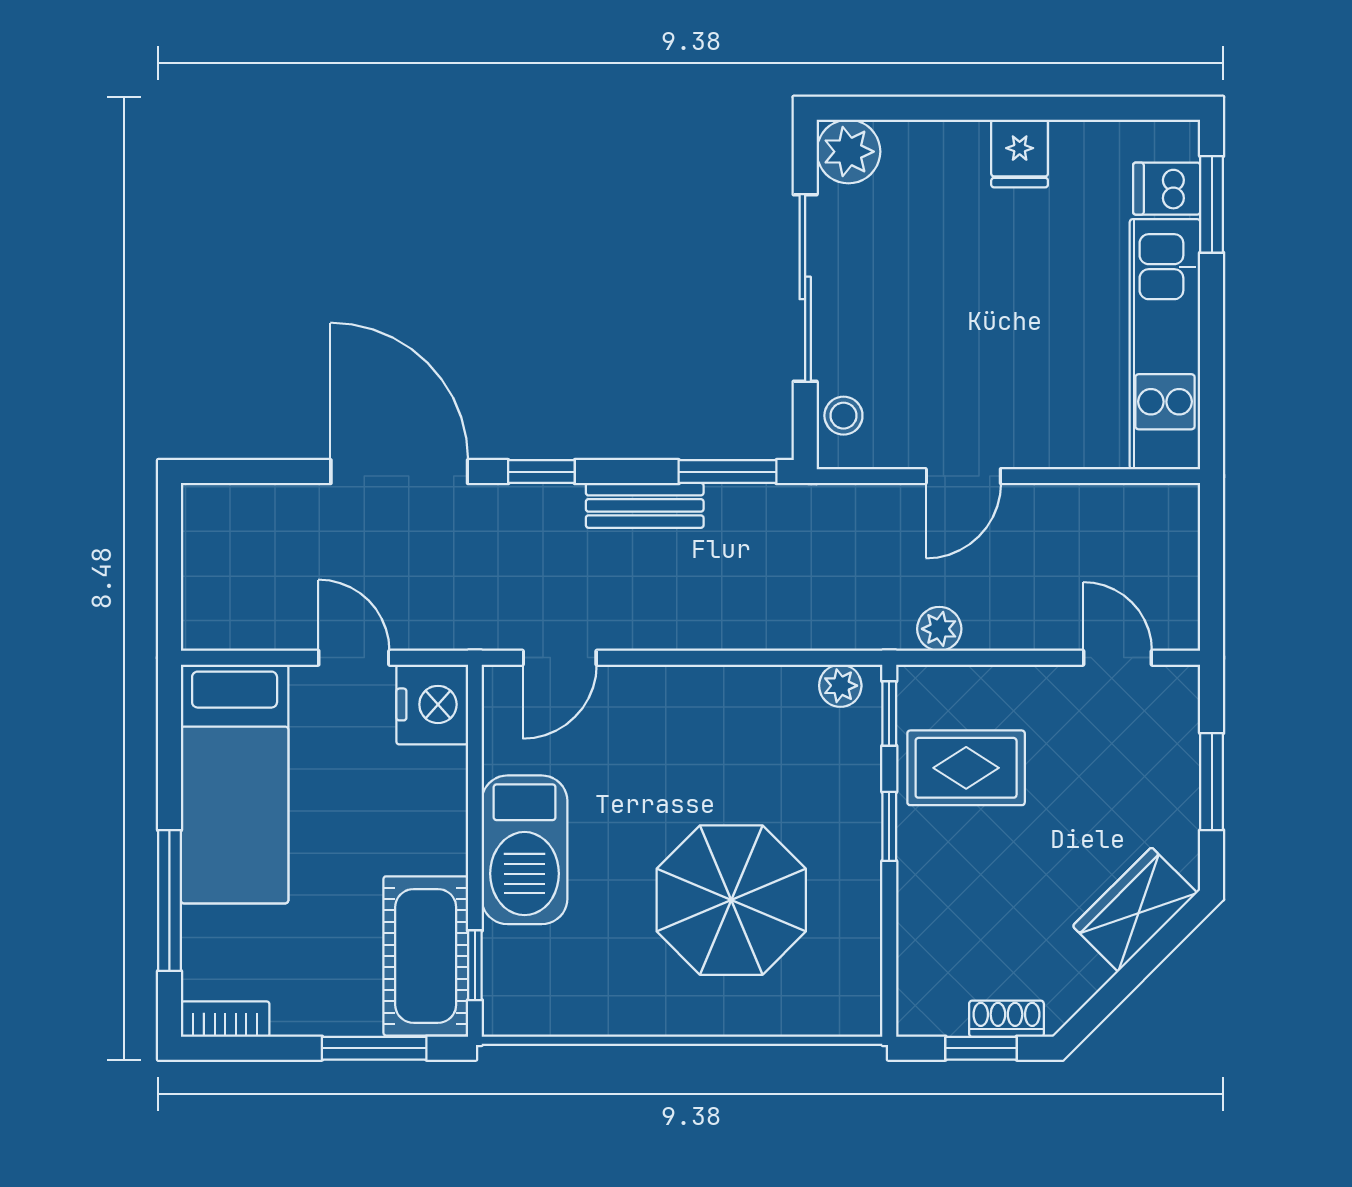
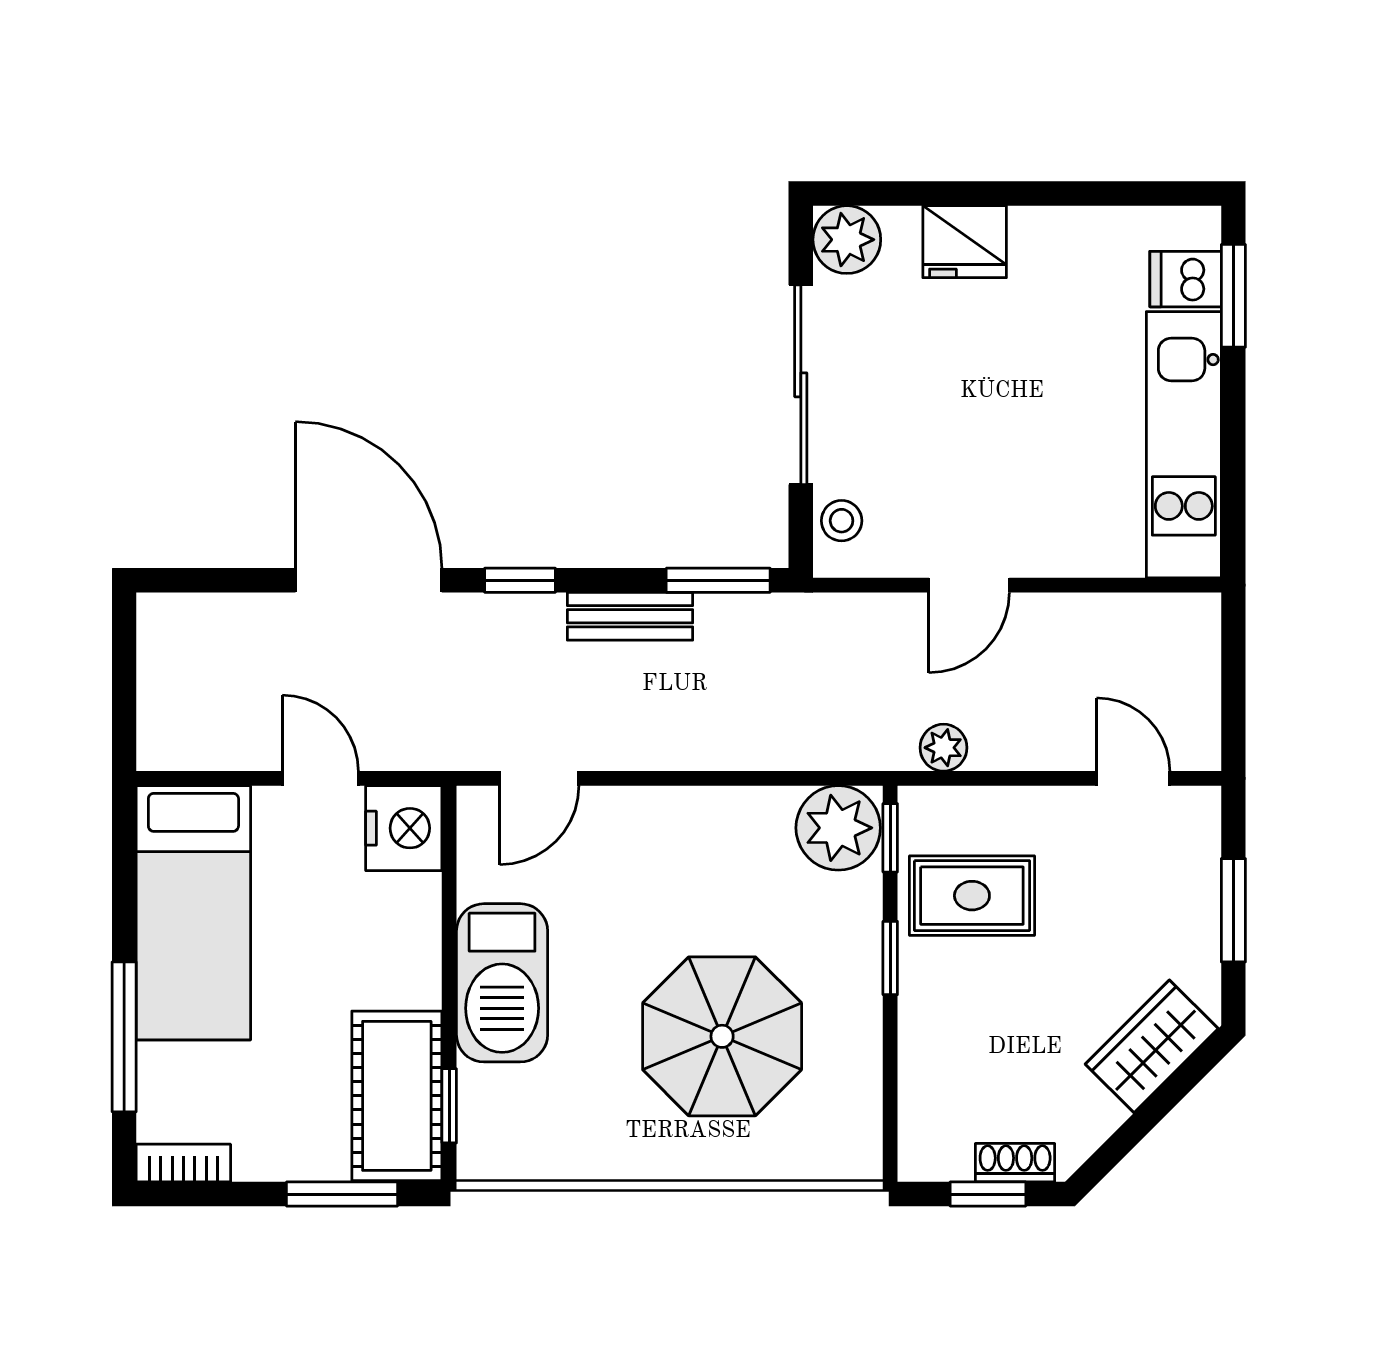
fridge: (1020, 153) -> (965, 242), moved, width x1.38
plant: (840, 686) -> (838, 828), width x1.87, depth x1.87

